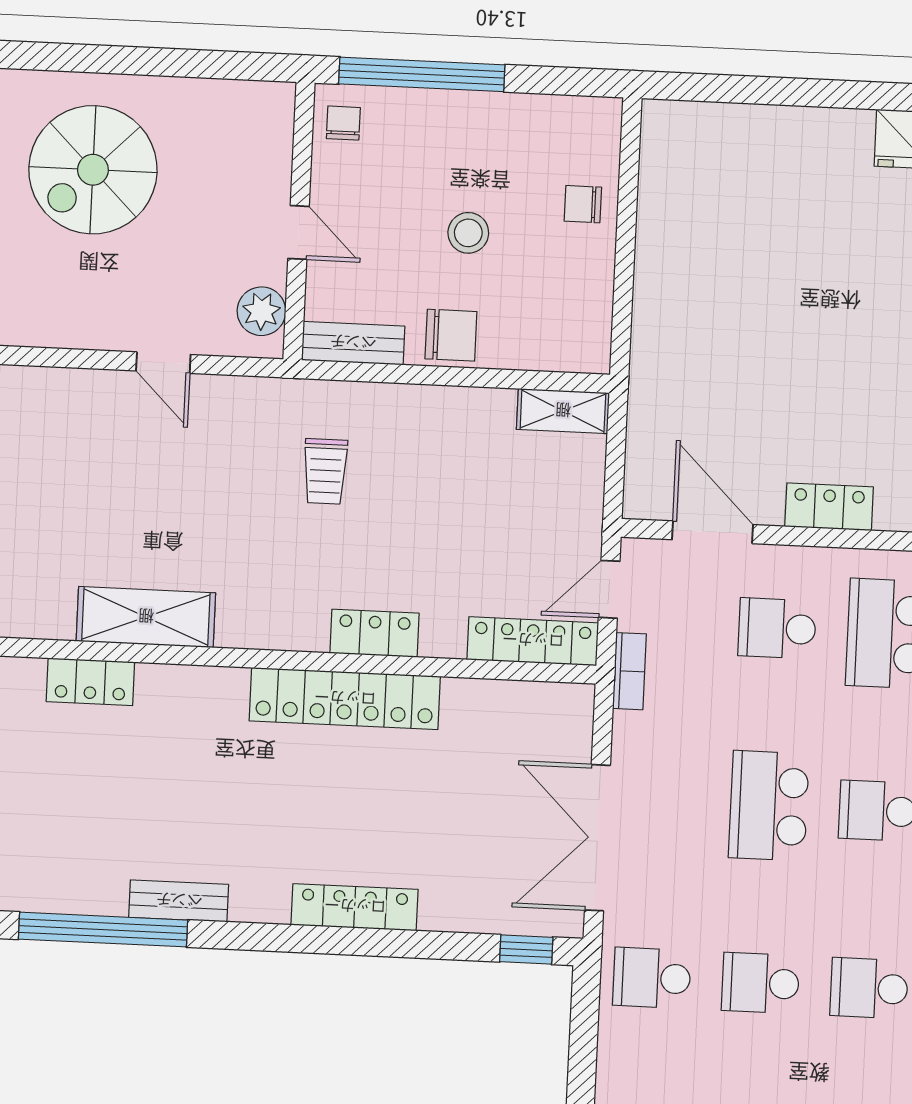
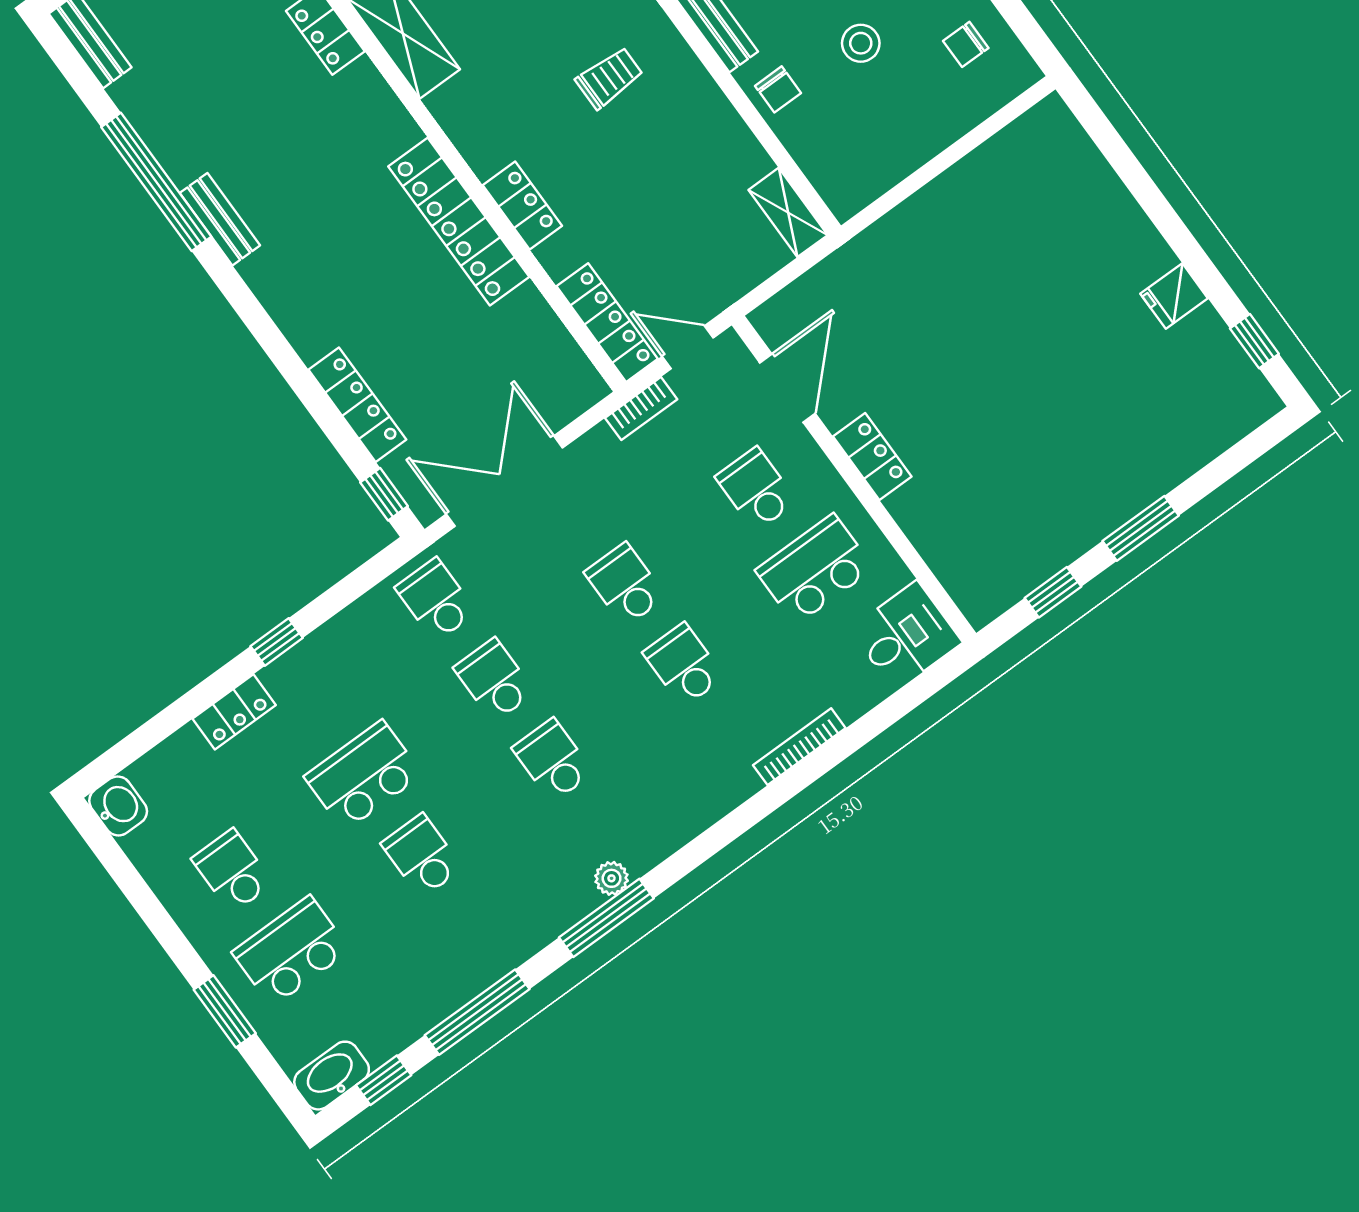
chair: (583, 204) -> (966, 44), moved, turned -90
chair: (451, 335) -> (778, 89), width x0.73, depth x0.73
trolley: (325, 471) -> (609, 78), turned 180
school desk: (769, 806) -> (625, 585), width x0.54
locker: (355, 907) -> (357, 405), moved

